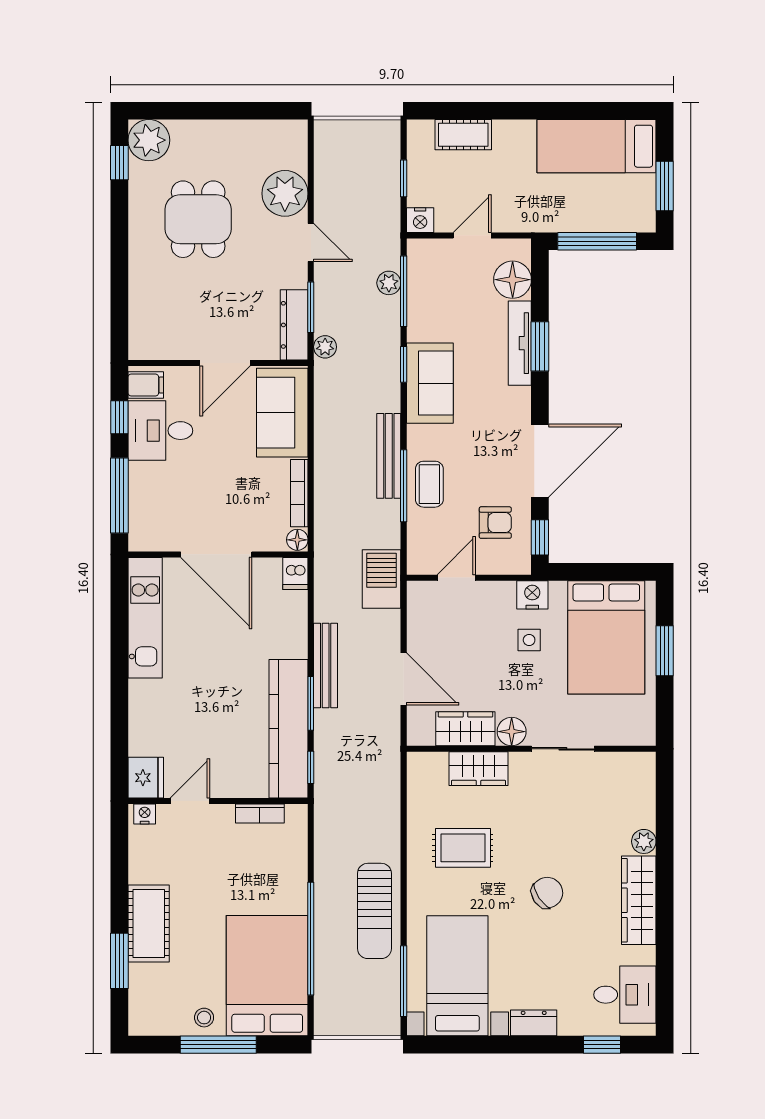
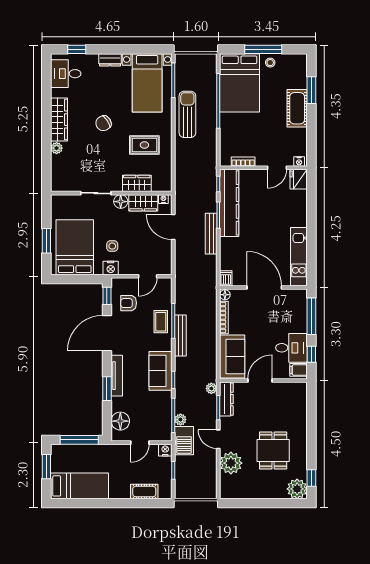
tv unit: (520, 343) -> (117, 376), moved
barbecue: (382, 579) -> (184, 441), moved
nightstand: (424, 737) -> (163, 199), added

